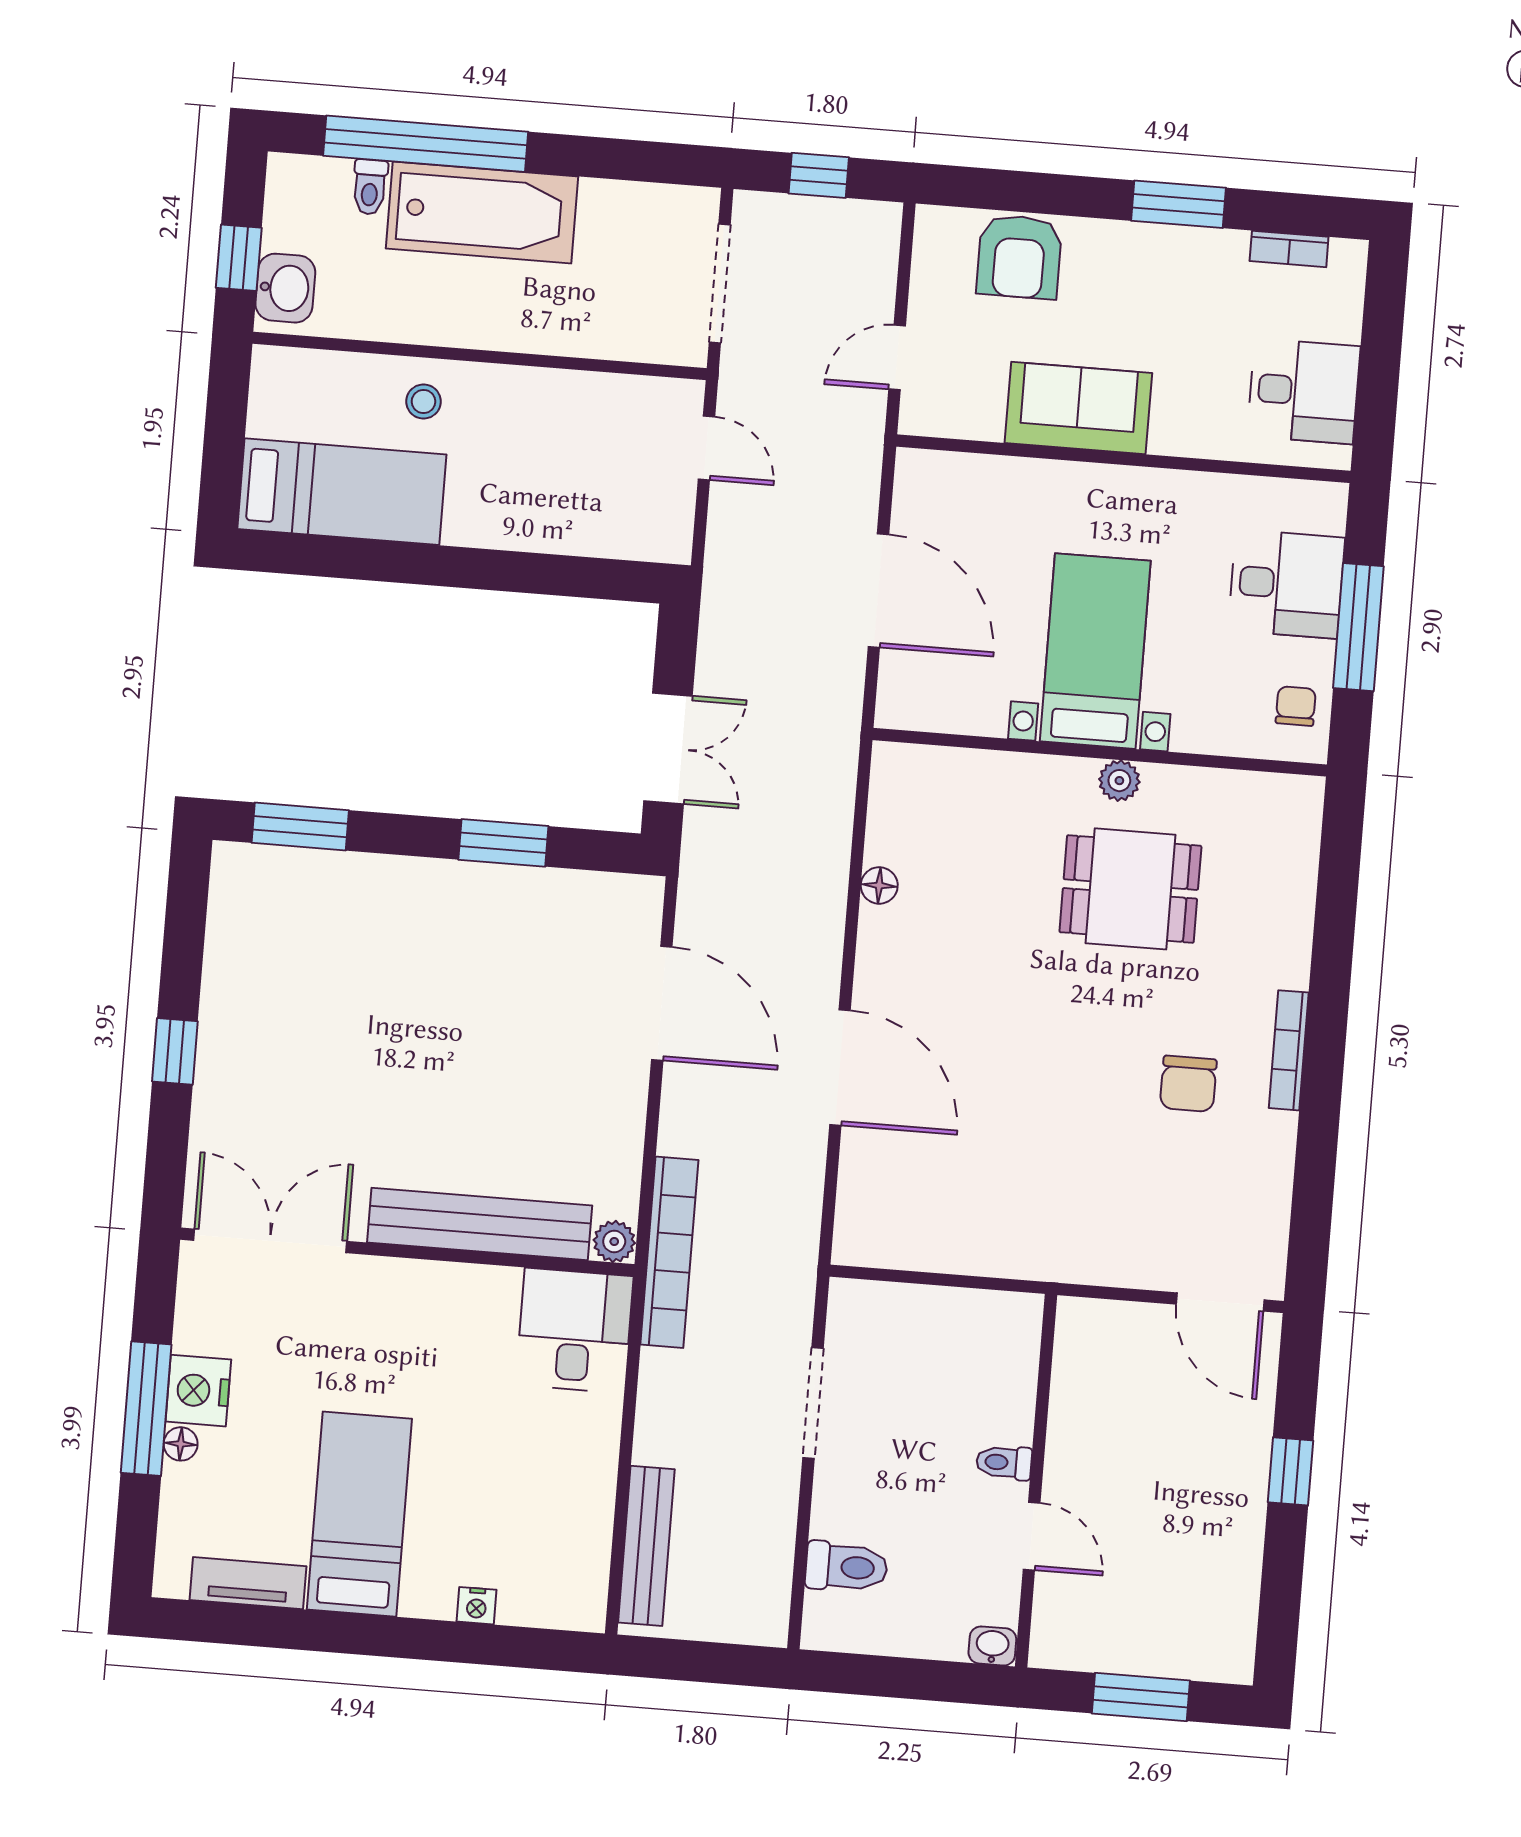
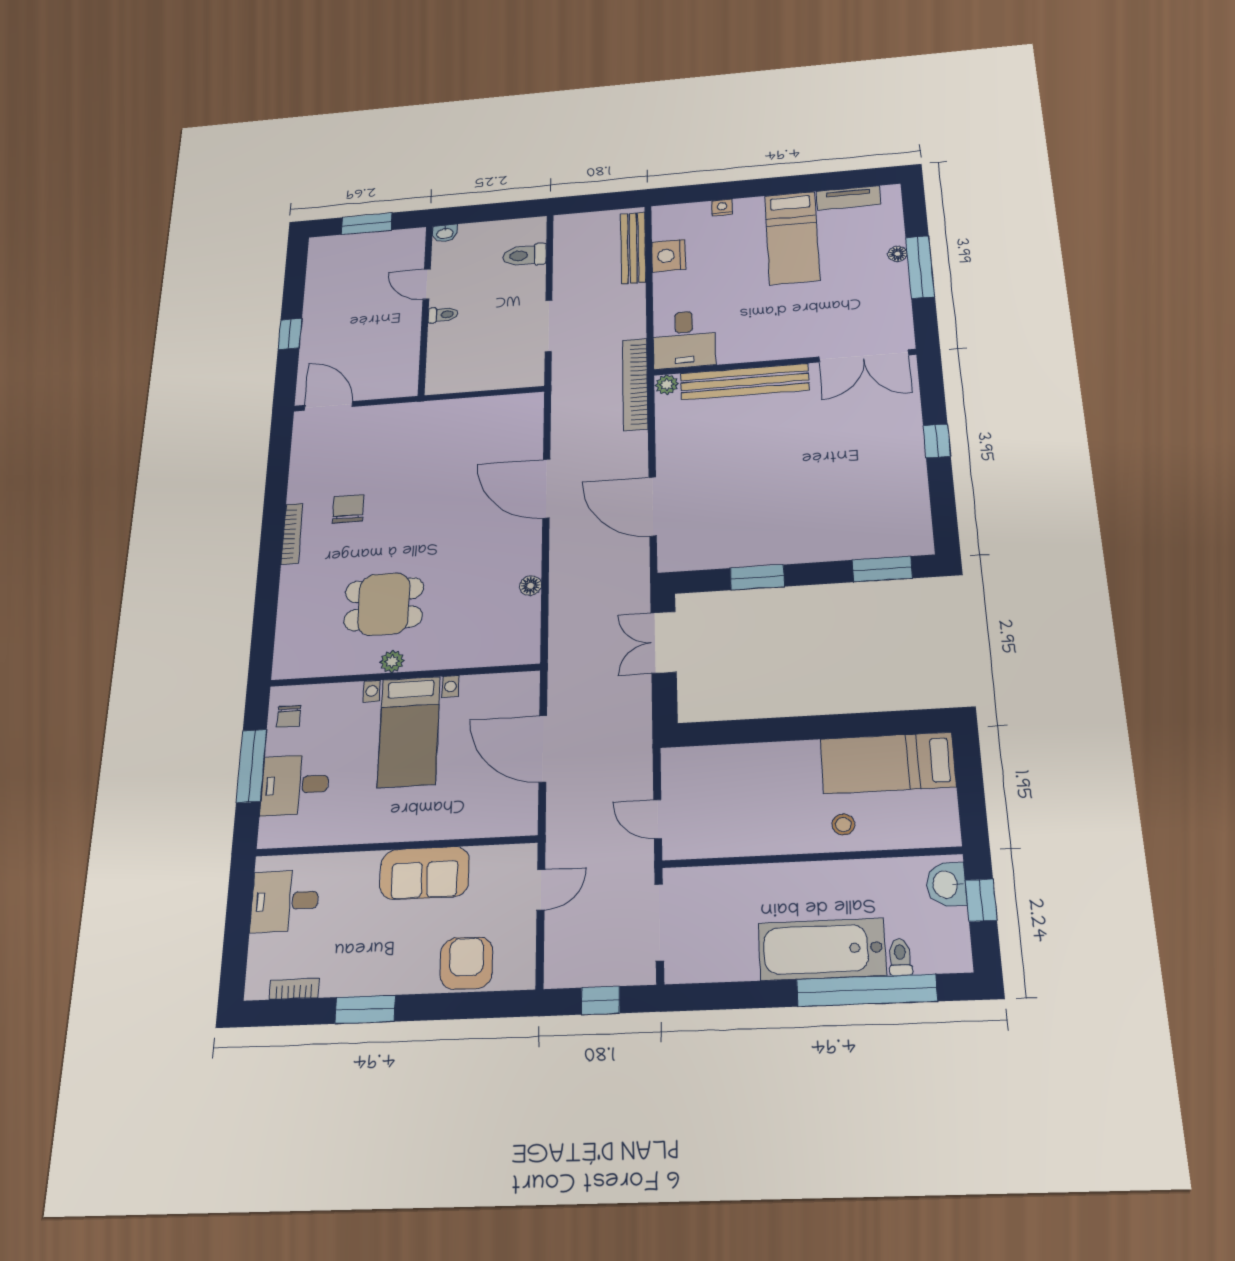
nightstand: (198, 1391) -> (669, 256), moved, turned 180

